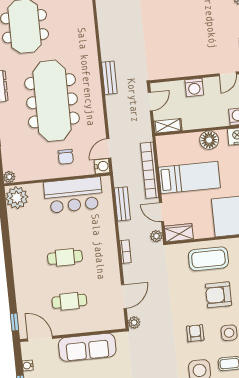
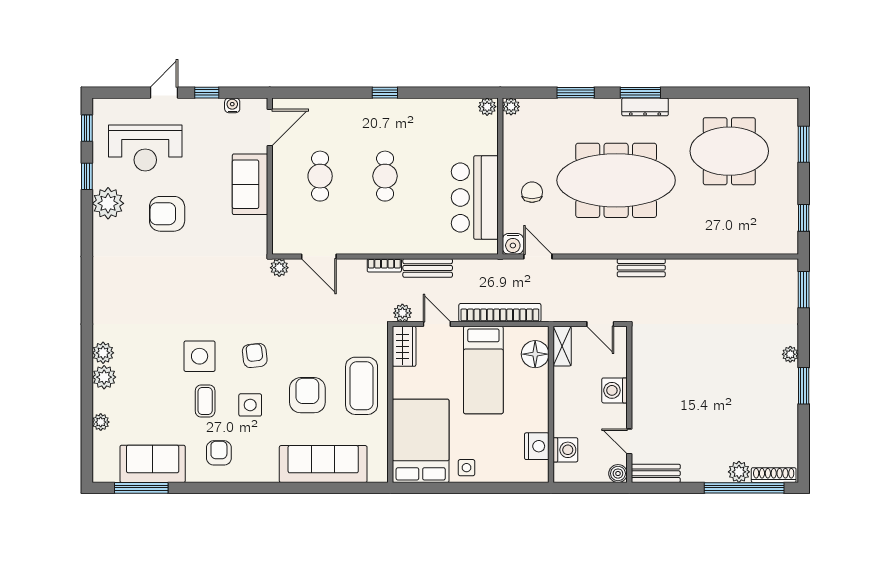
floor lamp: (209, 140) -> (535, 354), moved
chair: (66, 157) -> (532, 192), turned 90
plant: (17, 198) -> (487, 107), width x0.53, depth x0.53
bench: (122, 204) -> (428, 268), moved
door: (162, 212) -> (437, 324), hinge flipped
window: (15, 322) -> (385, 93), moved
armchair: (195, 333) -> (255, 355), turned -97
sofa: (87, 347) -> (250, 184), width x0.73

